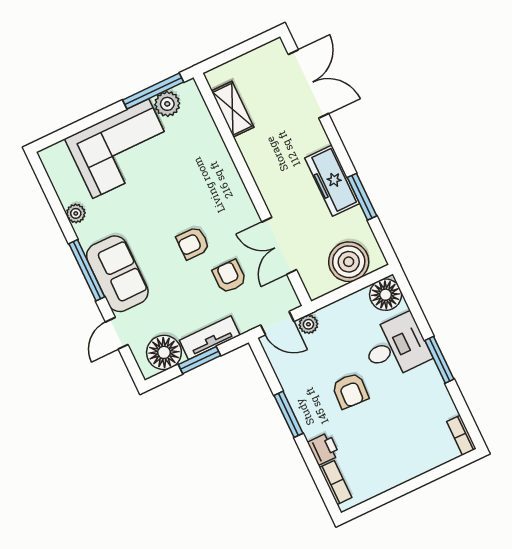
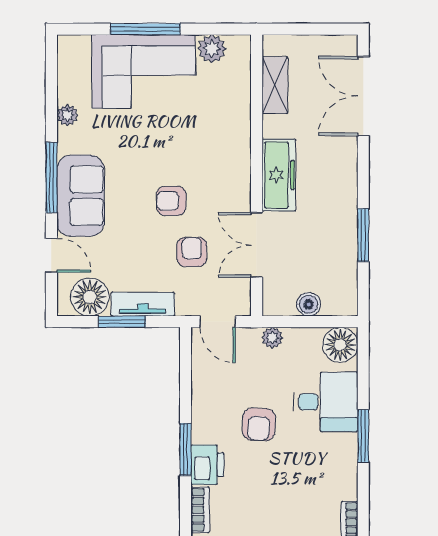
double door: (308, 84) -> (363, 96), swing flipped
window: (153, 91) -> (145, 29), moved
freezer: (332, 181) -> (279, 175), moved, turned 180
boiler: (349, 262) -> (309, 304), width x0.54, depth x0.54
plant: (308, 324) -> (272, 338), moved
door: (117, 333) -> (51, 255), swing flipped
window: (289, 414) -> (185, 449), moved
printer: (323, 449) -> (207, 465), width x1.36, depth x1.24

